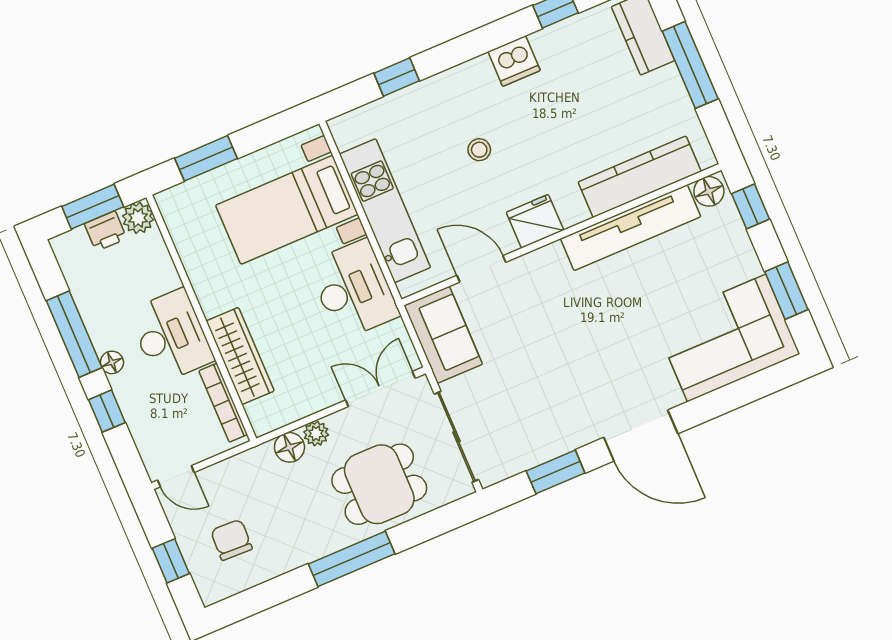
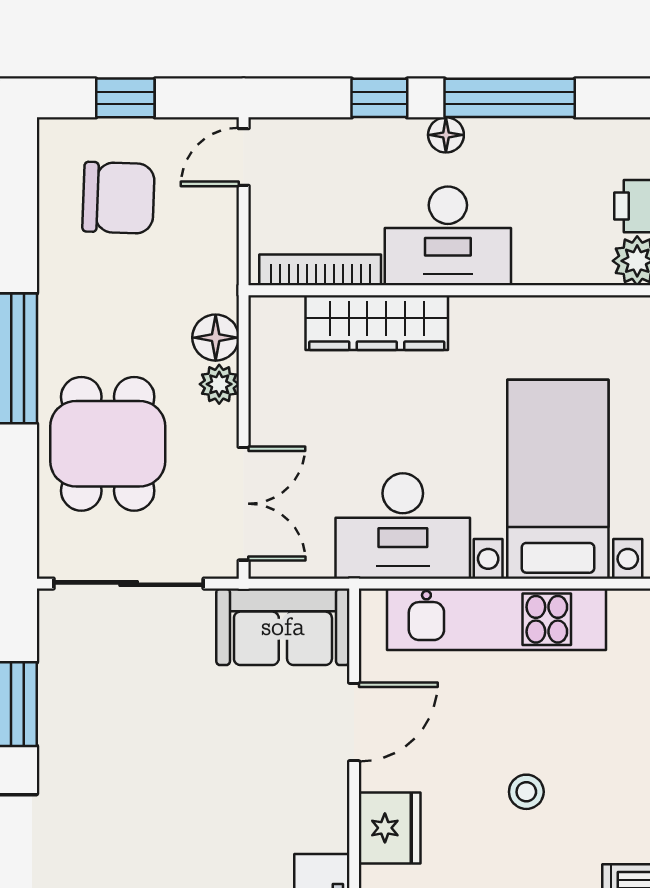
chair: (231, 540) -> (118, 198), width x1.37, depth x1.37

